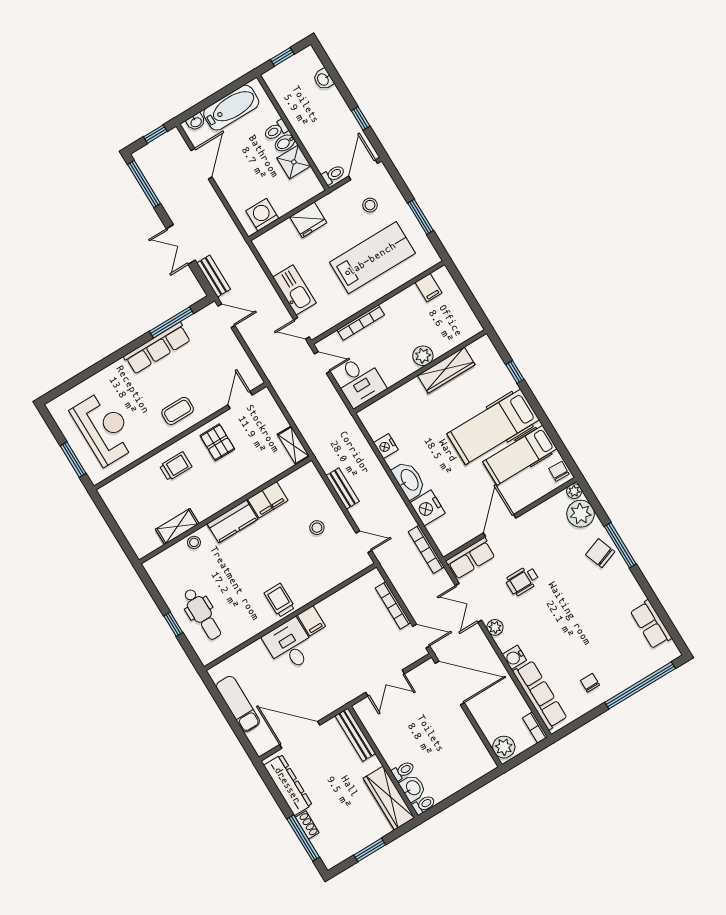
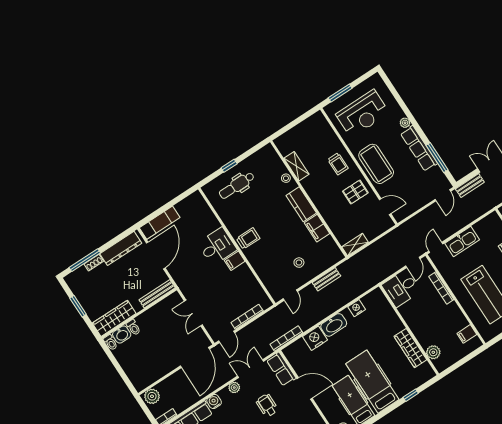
plant: (423, 356) -> (433, 352), moved
plant: (119, 367) -> (405, 123), added
coffee table: (178, 411) -> (376, 164), width x1.86, depth x1.72
exam couch: (238, 704) -> (160, 223), moved

